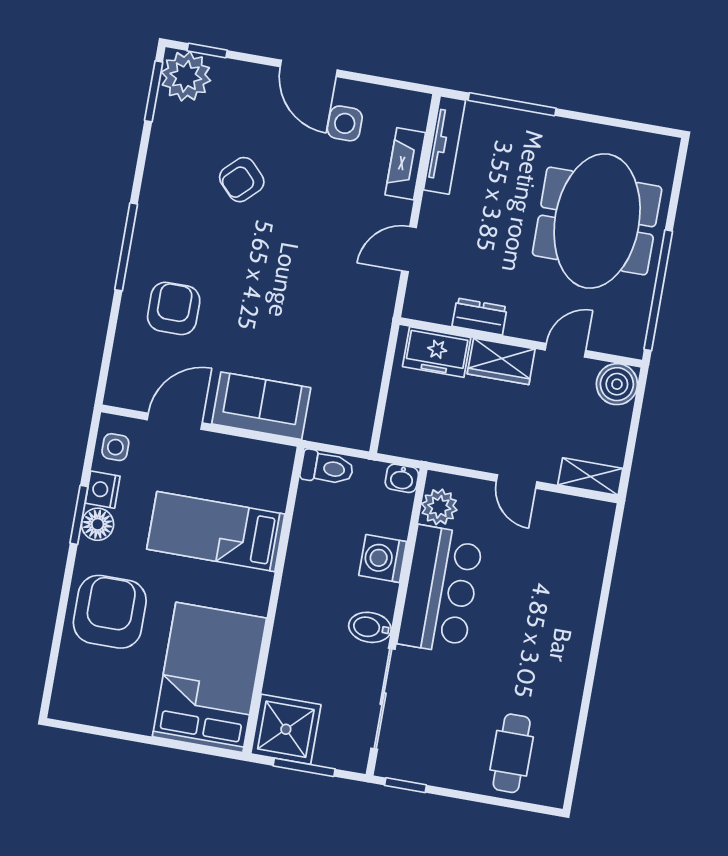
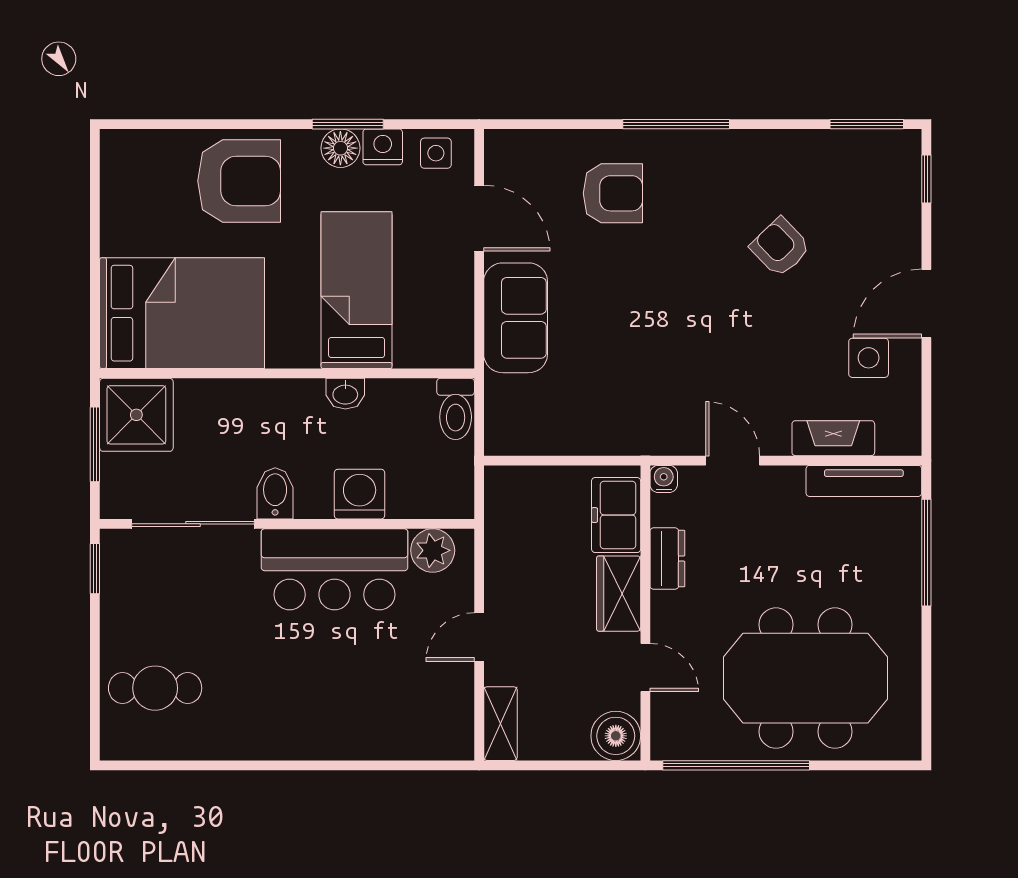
plant: (186, 76) -> (891, 159), removed
water cooler: (414, 308) -> (664, 479), added
washbasin: (402, 478) -> (345, 394), moved, turned -90

